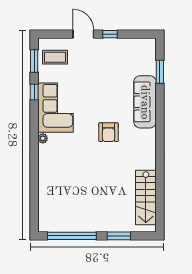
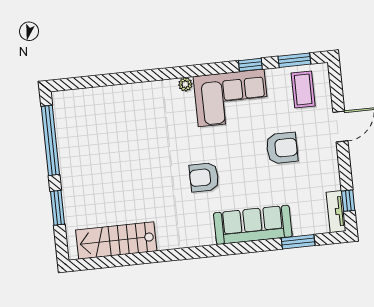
window: (110, 34) -> (348, 201), moved
tv unit: (142, 43) -> (336, 212), added
armchair: (94, 76) -> (282, 148), added

